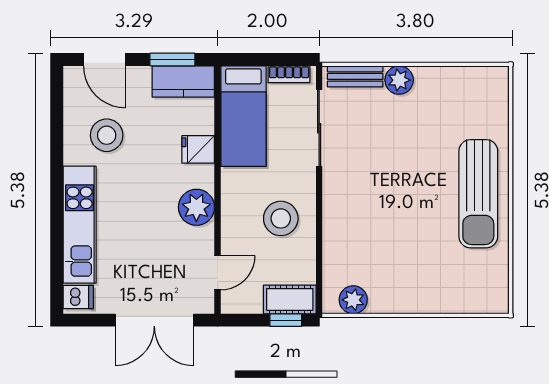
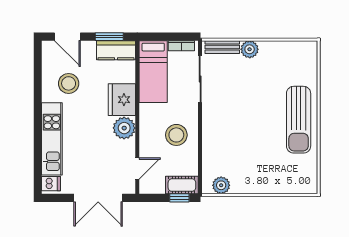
fridge: (198, 149) -> (122, 100), width x1.88, depth x1.34

